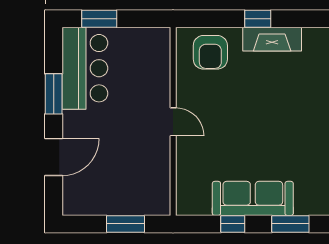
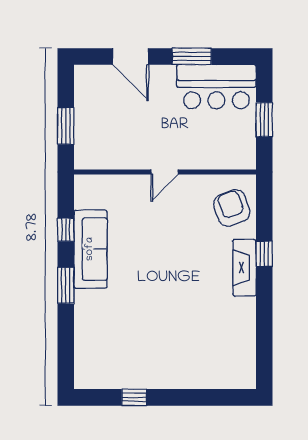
window: (99, 19) -> (264, 120), moved
armchair: (210, 52) -> (232, 208), turned 70

